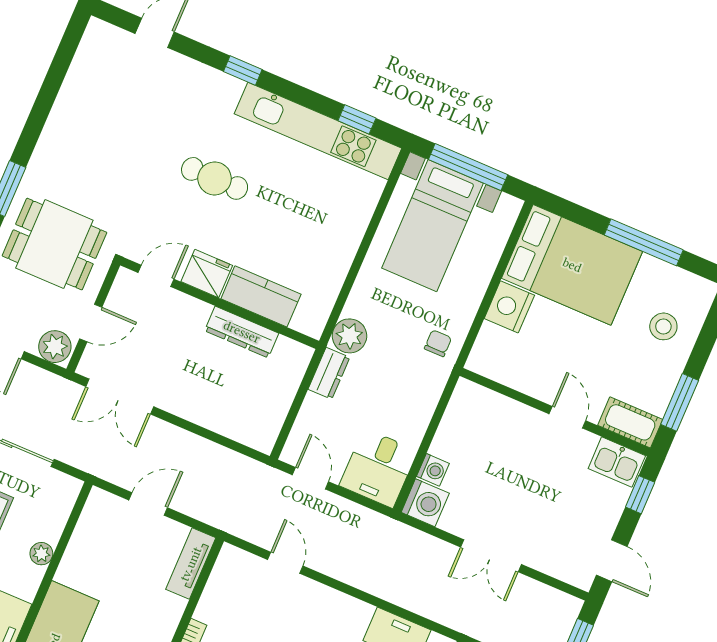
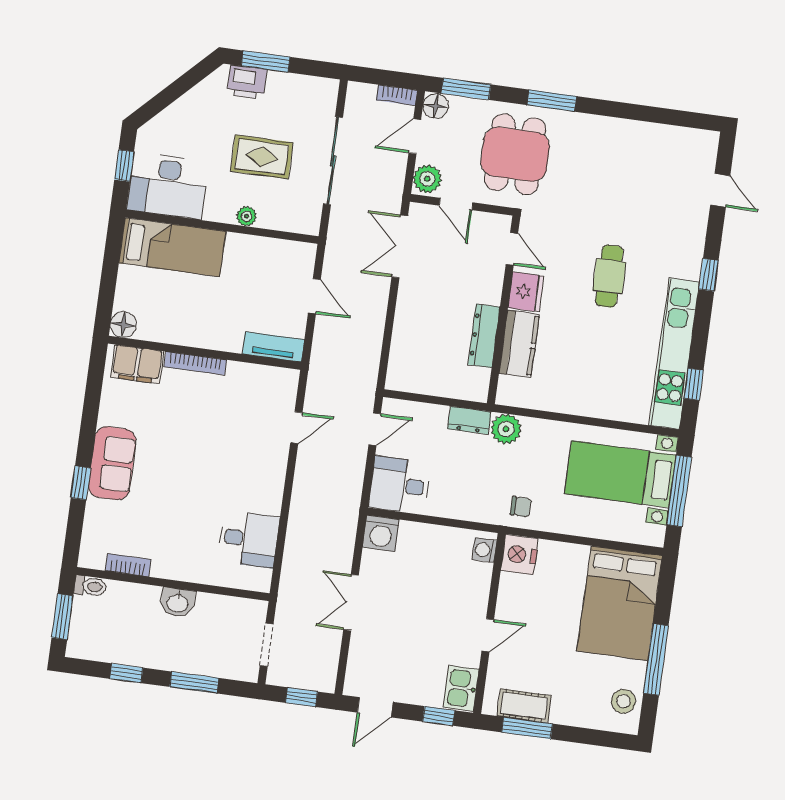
nightstand: (509, 307) -> (519, 555), moved, turned -90
stool: (663, 326) -> (623, 701), moved
cot: (630, 422) -> (524, 706), moved, turned 90
washing machine: (433, 470) -> (484, 550), moved, turned 90

